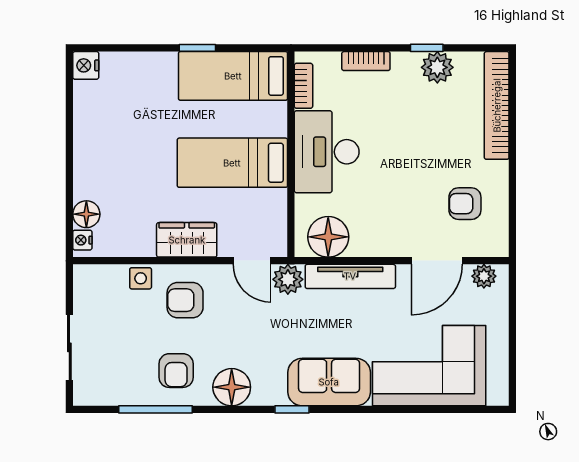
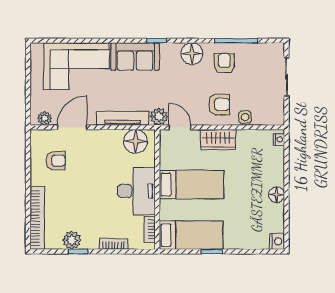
floor lamp: (86, 214) -> (277, 195), moved

